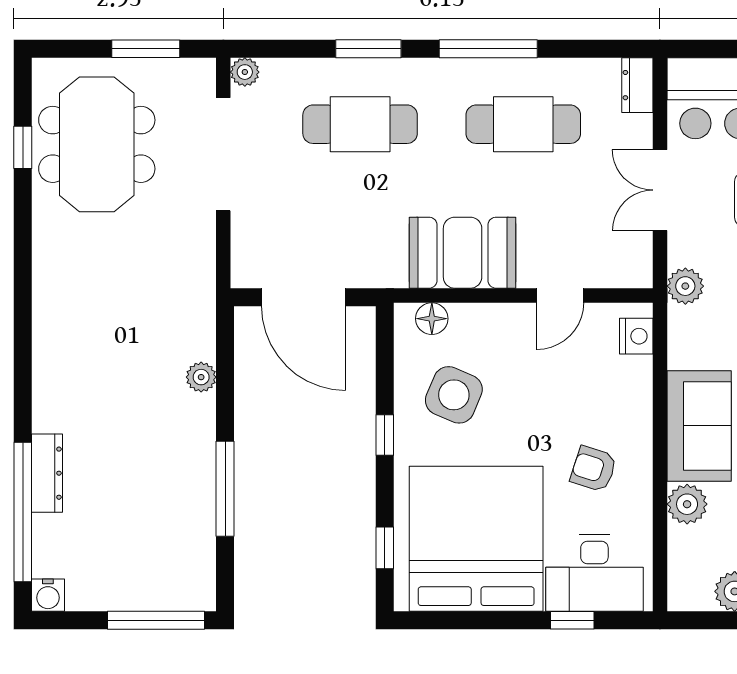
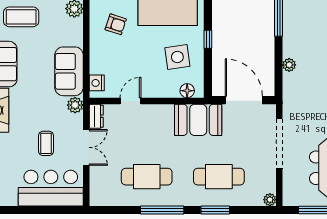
dresser: (637, 85) -> (96, 116), moved
doorway: (223, 154) -> (279, 144), moved
booth: (463, 253) -> (198, 120), moved
side table: (454, 395) -> (177, 57), turned -31
sofa: (699, 426) -> (69, 71), moved

